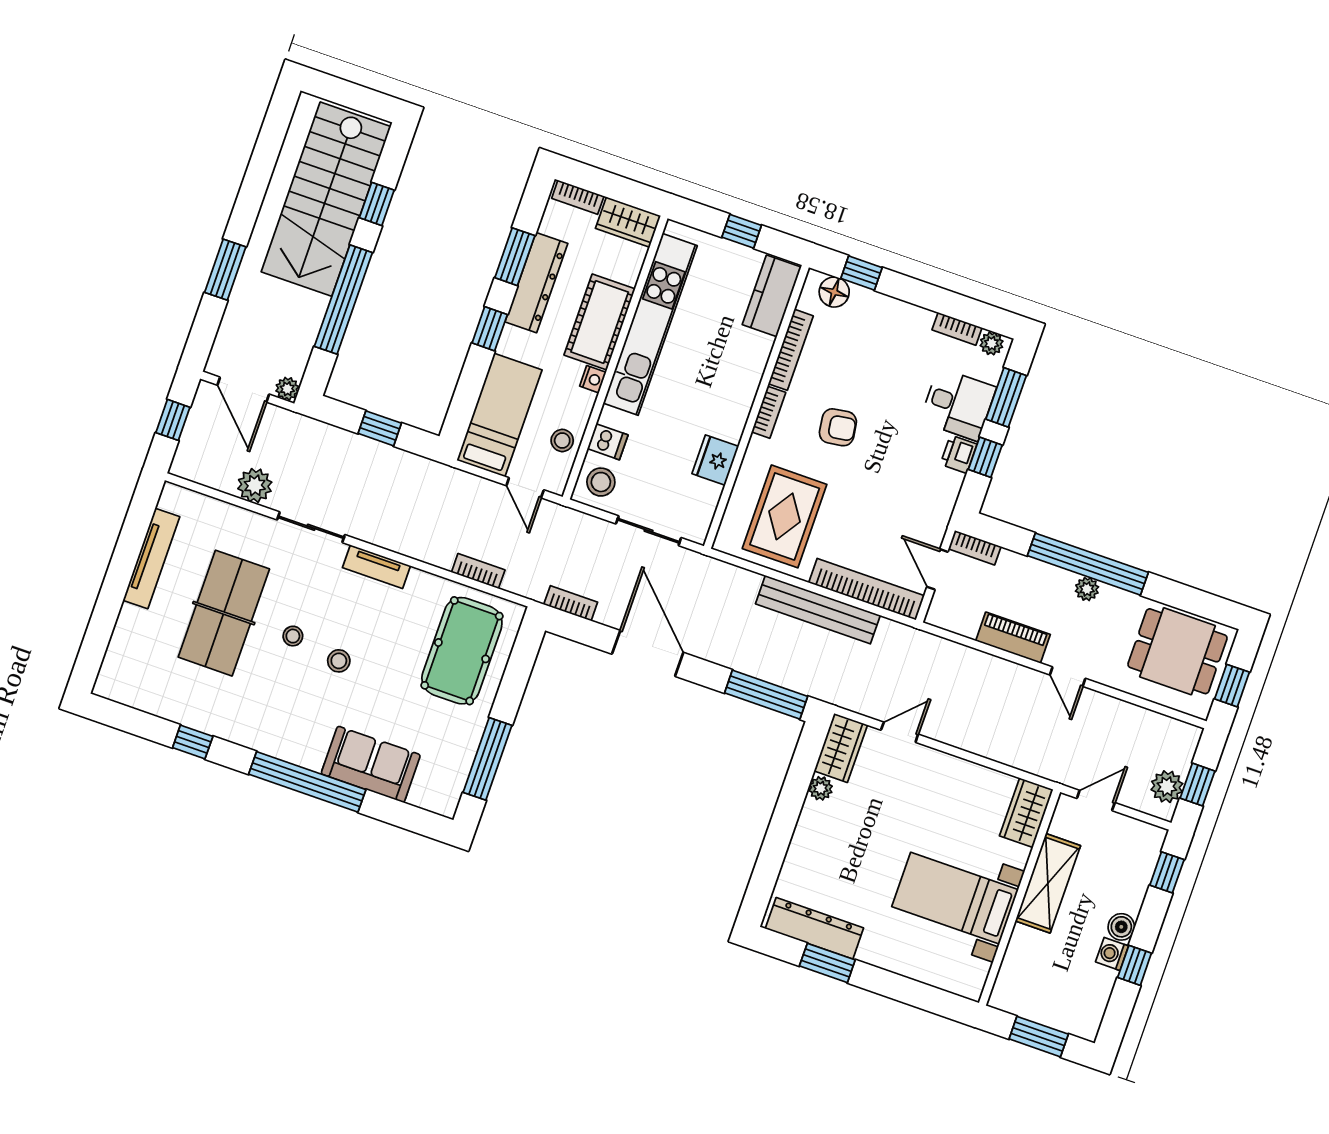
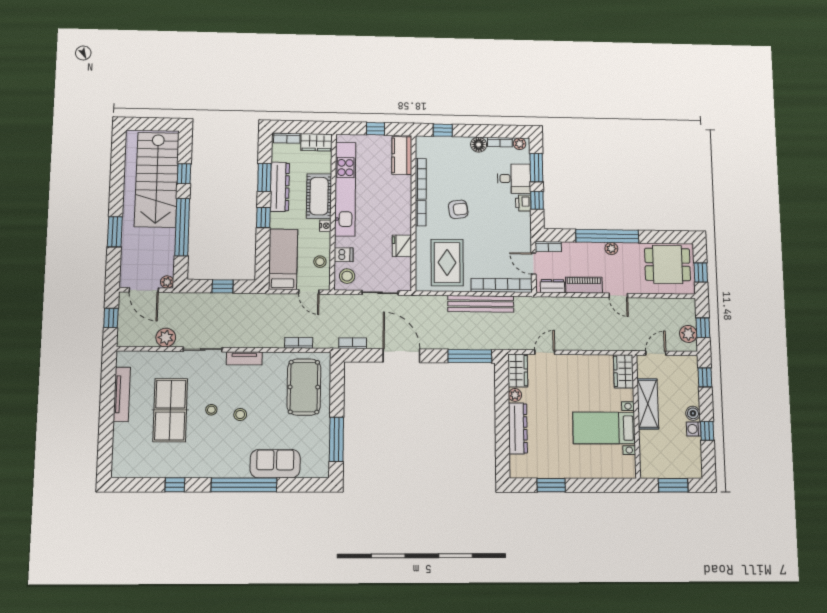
floor lamp: (834, 292) -> (479, 145), moved
dresser: (956, 621) -> (552, 286), added
dresser: (814, 928) -> (518, 428), moved, turned 90

